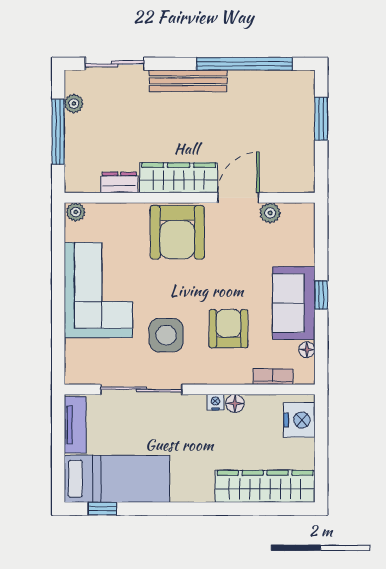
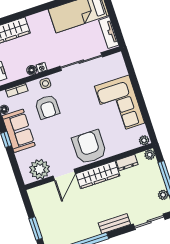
bench: (188, 81) -> (114, 224), width x0.73
plant: (74, 183) -> (150, 155), added
plant: (270, 213) -> (40, 169), width x1.88, depth x1.88
side table: (166, 335) -> (45, 83), moved, width x0.54, depth x0.54

